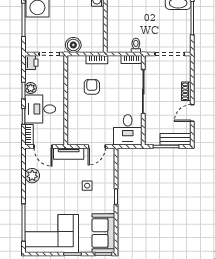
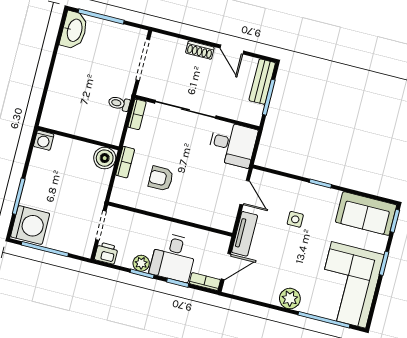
boiler: (73, 45) -> (105, 158), moved
plant: (32, 176) -> (290, 299), moved

